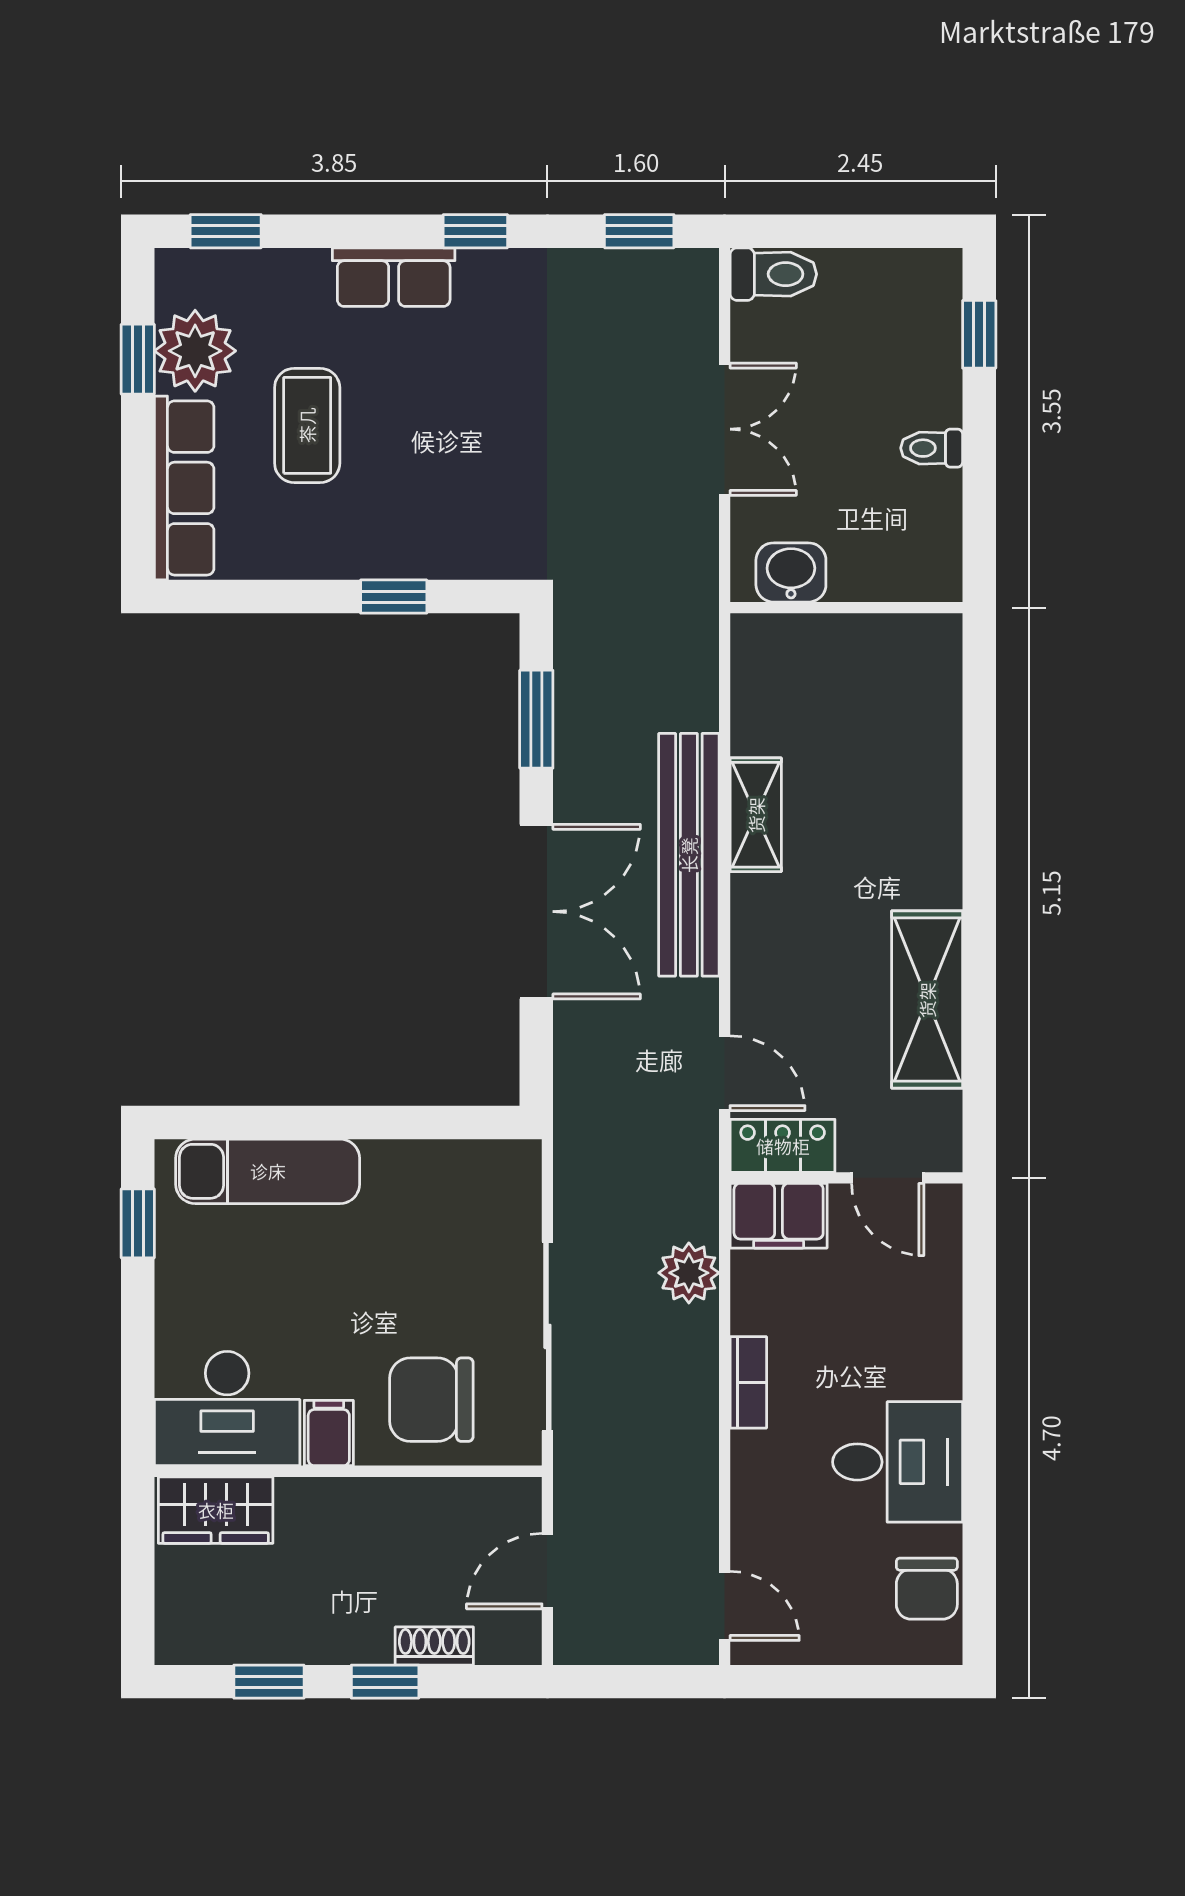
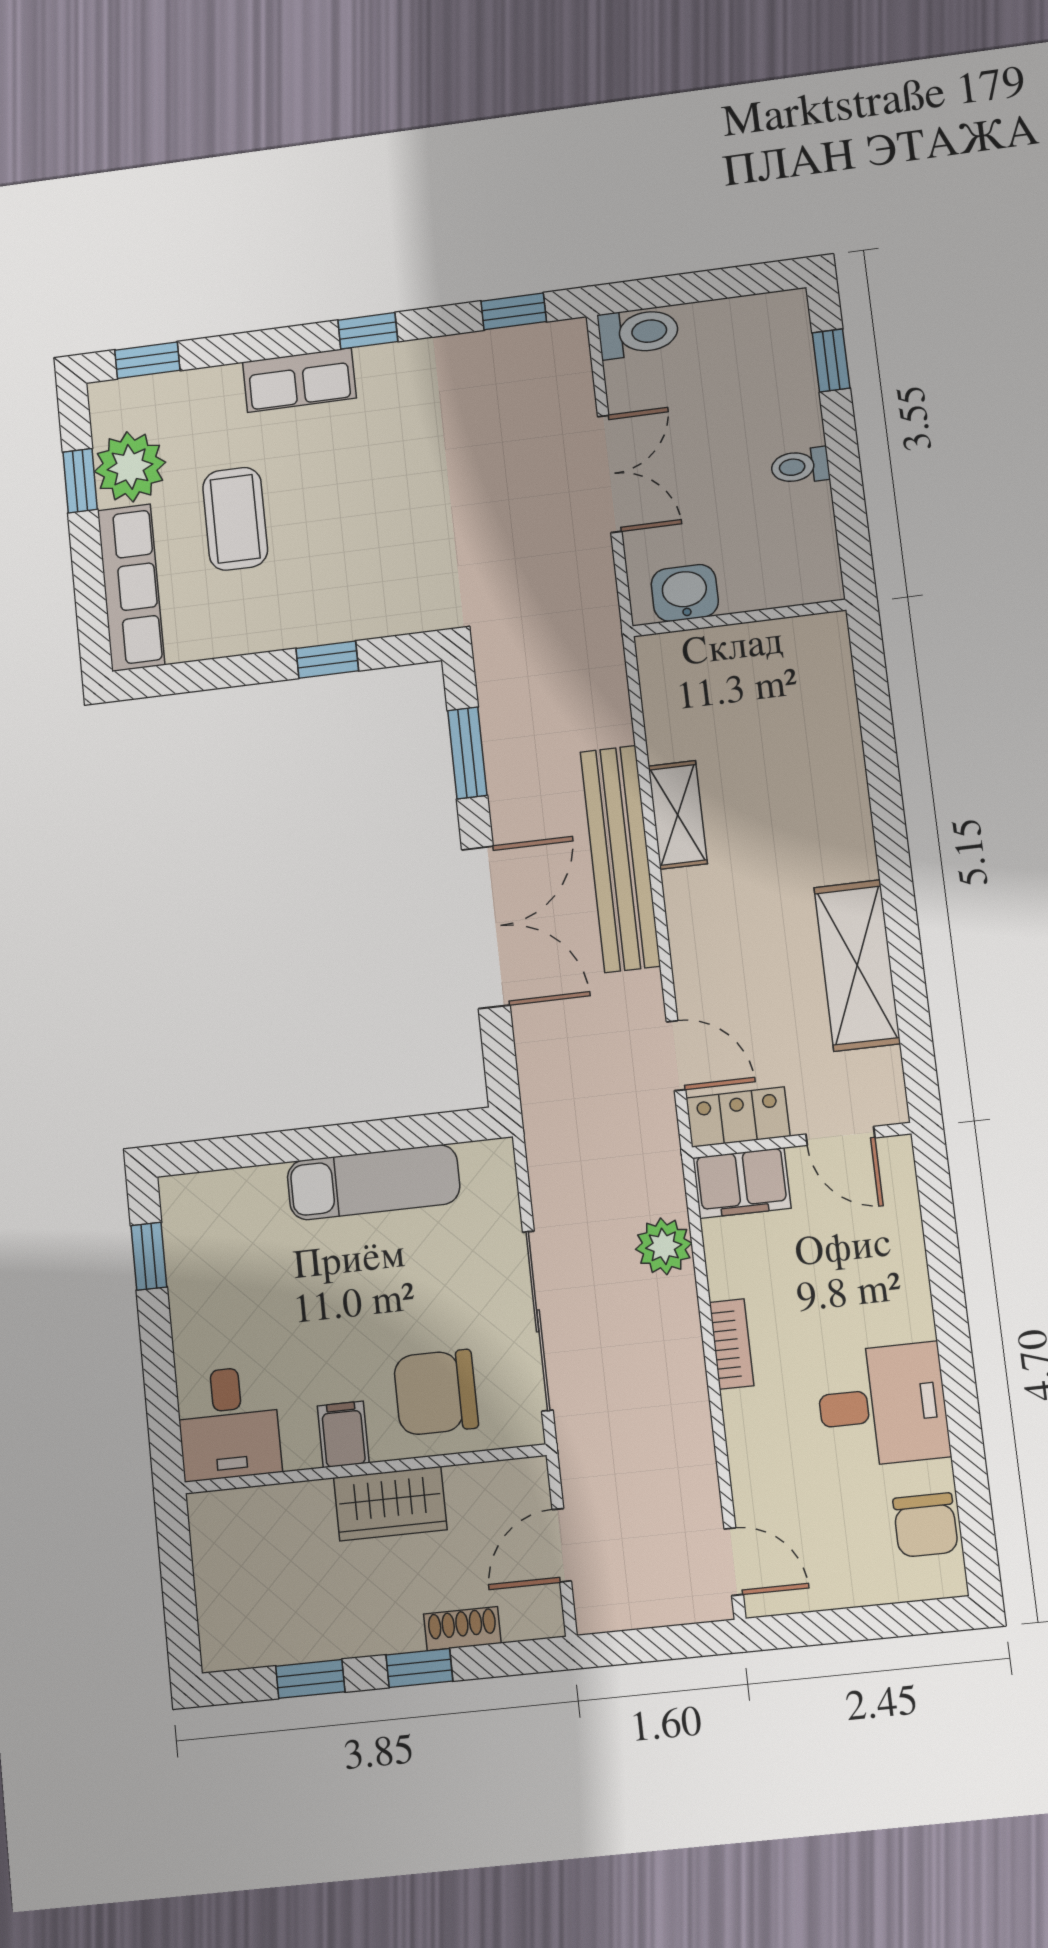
exam couch: (268, 1171) -> (373, 1182), moved
desk: (227, 1409) -> (229, 1423), width x0.73
wardrobe: (216, 1510) -> (390, 1504), moved

